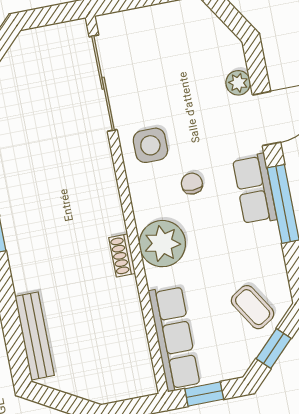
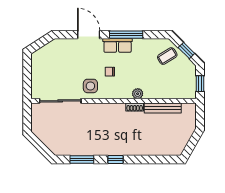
plant: (238, 83) -> (71, 44), removed
plant: (162, 244) -> (138, 94), width x0.53, depth x0.53
bench: (35, 336) -> (163, 108), moved
row of seats: (174, 338) -> (174, 92), removed

